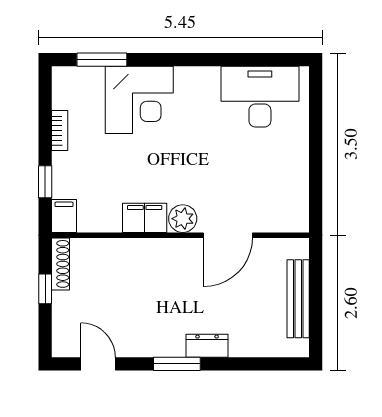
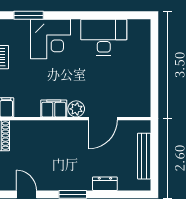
desk: (260, 97) -> (104, 37), moved
dresser: (207, 346) -> (105, 184), moved

